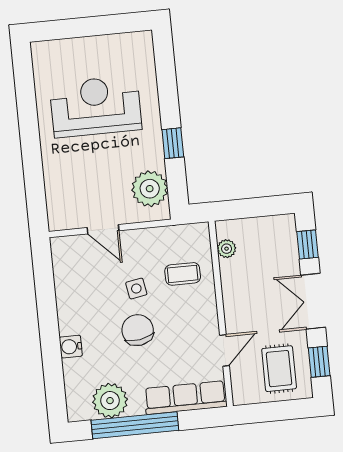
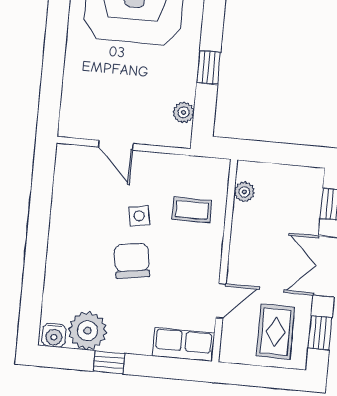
plant: (150, 189) -> (184, 112), width x0.53, depth x0.53
water cooler: (71, 347) -> (54, 335), moved, turned -90
row of seats: (185, 398) -> (183, 344), width x0.68
window: (135, 425) -> (109, 362), width x0.32

